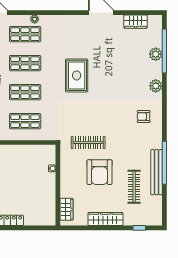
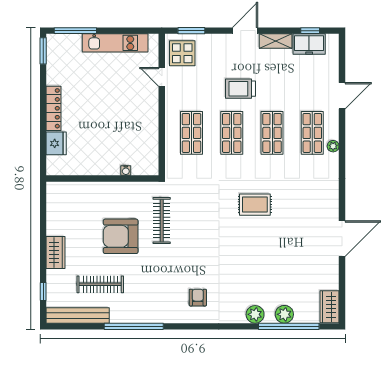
wardrobe: (136, 22) -> (330, 307), moved
rug: (77, 75) -> (255, 205), width x0.73, depth x0.70
plant: (156, 86) -> (255, 314), moved
bench: (156, 172) -> (78, 315), moved
wardrobe: (67, 209) -> (69, 191), removed
fridge: (33, 219) -> (56, 143), added
wardrobe: (105, 219) -> (56, 253), width x0.67

